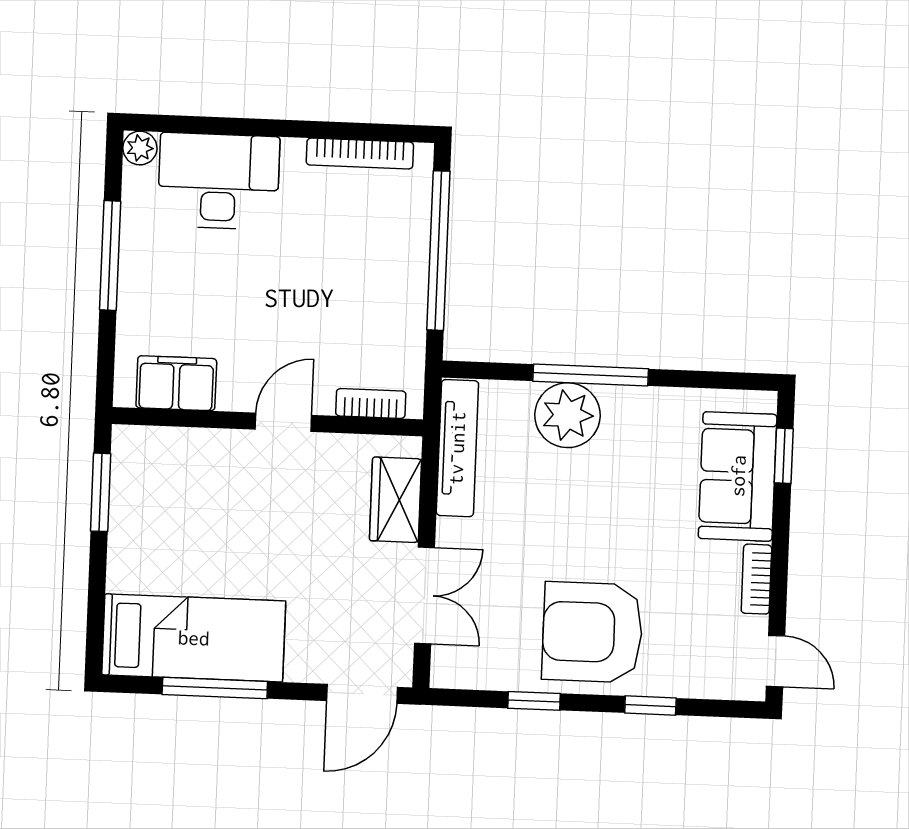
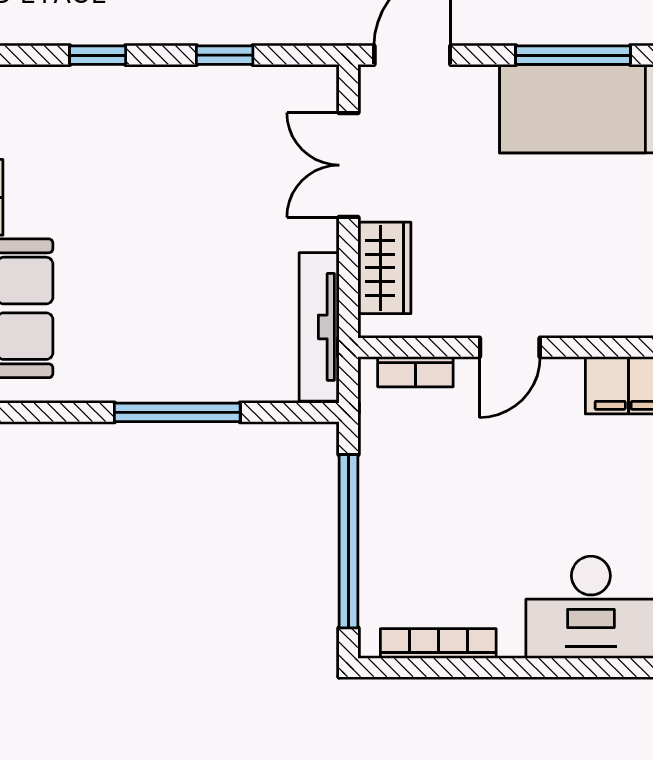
plant: (568, 415) -> (201, 368), removed
armchair: (592, 632) -> (164, 132), removed

